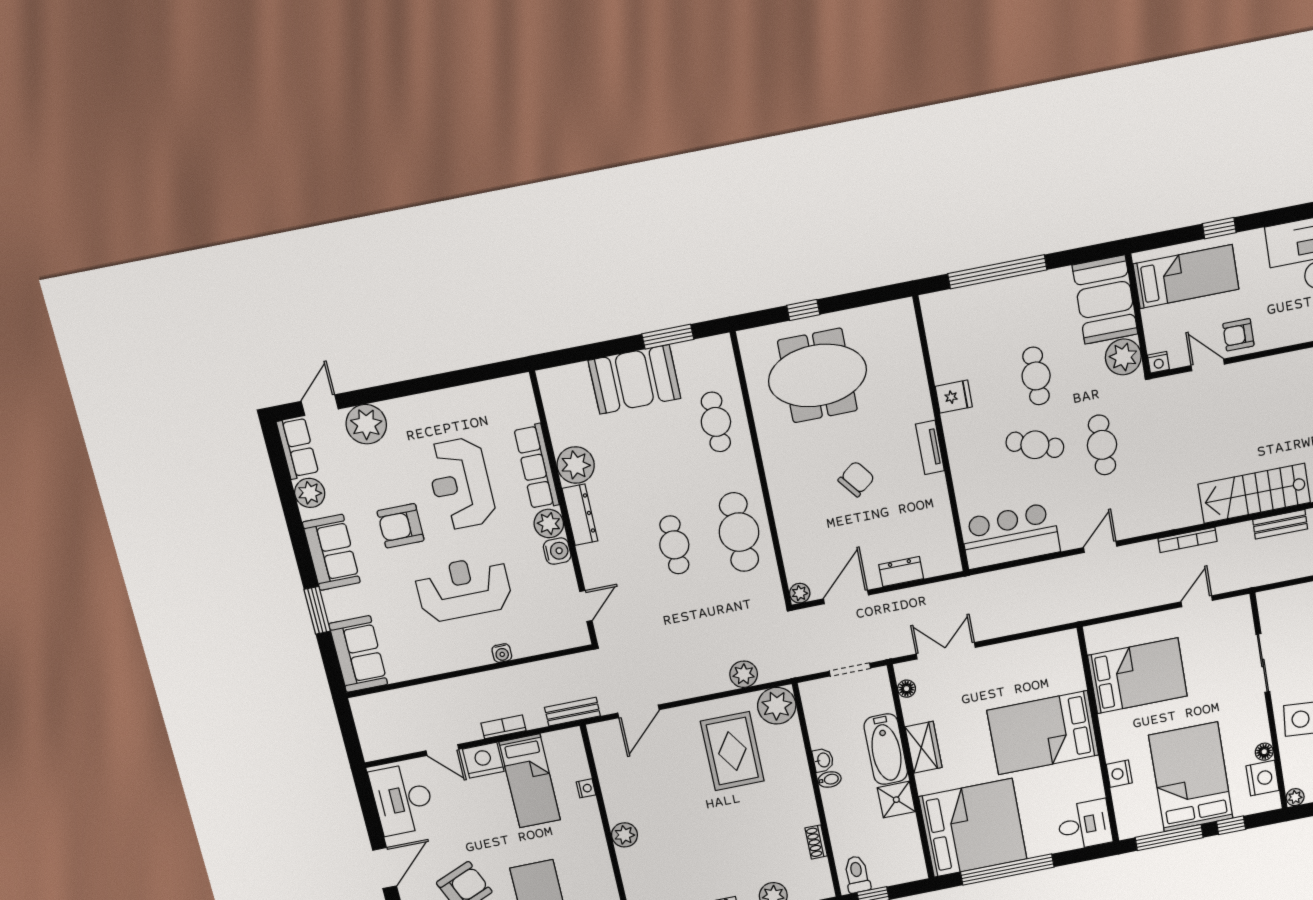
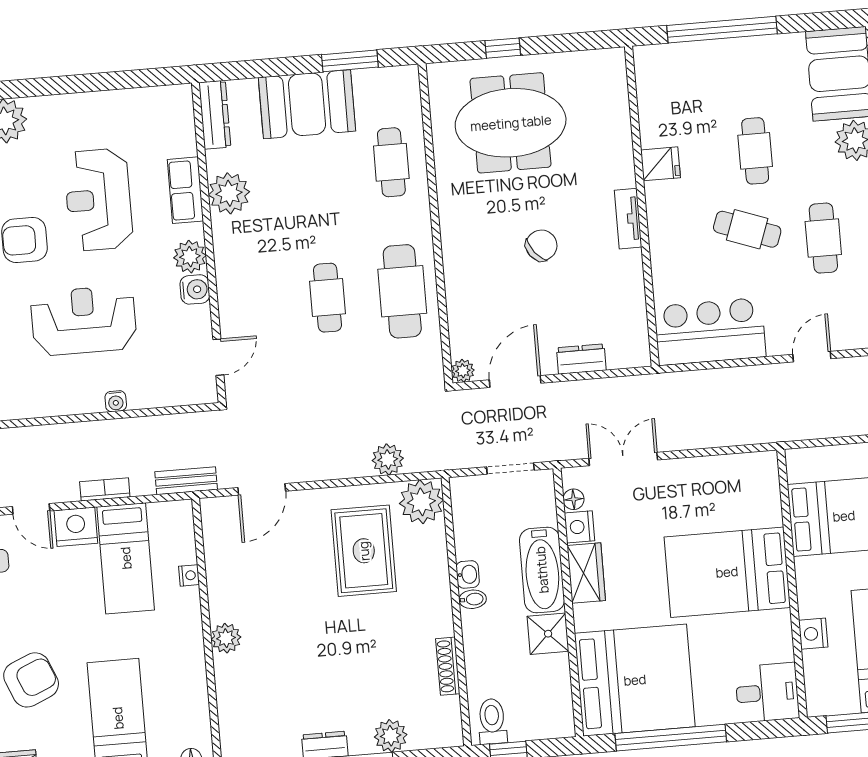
row of seats: (537, 467) -> (185, 190), width x0.68
dresser: (580, 515) -> (215, 115), moved
nightstand: (914, 710) -> (579, 527), added
shoe rack: (816, 842) -> (448, 666), width x1.43

